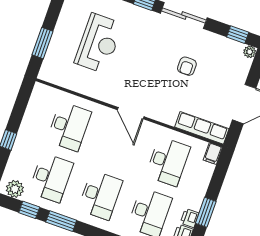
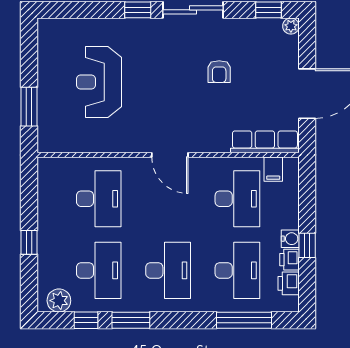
reception desk: (99, 43) -> (99, 82), turned 180
filing cabinet: (213, 154) -> (273, 169), moved
water cooler: (195, 203) -> (290, 239), added
window: (206, 212) -> (307, 245), width x0.67

